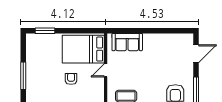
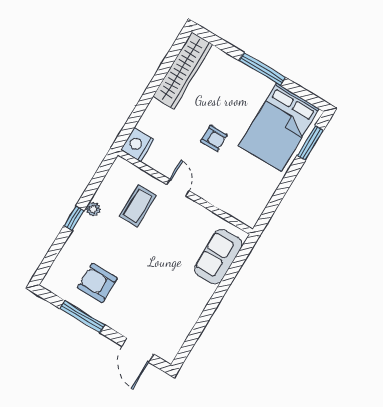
bed: (83, 49) -> (279, 127), moved, turned 180
door: (106, 70) -> (178, 188), moved

